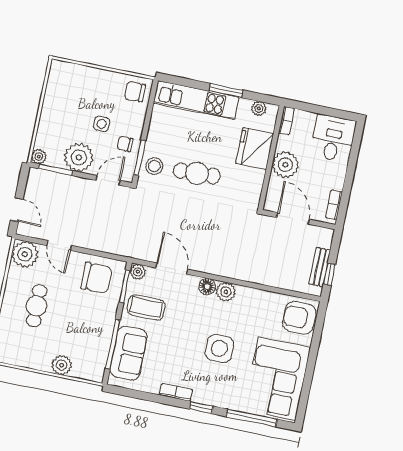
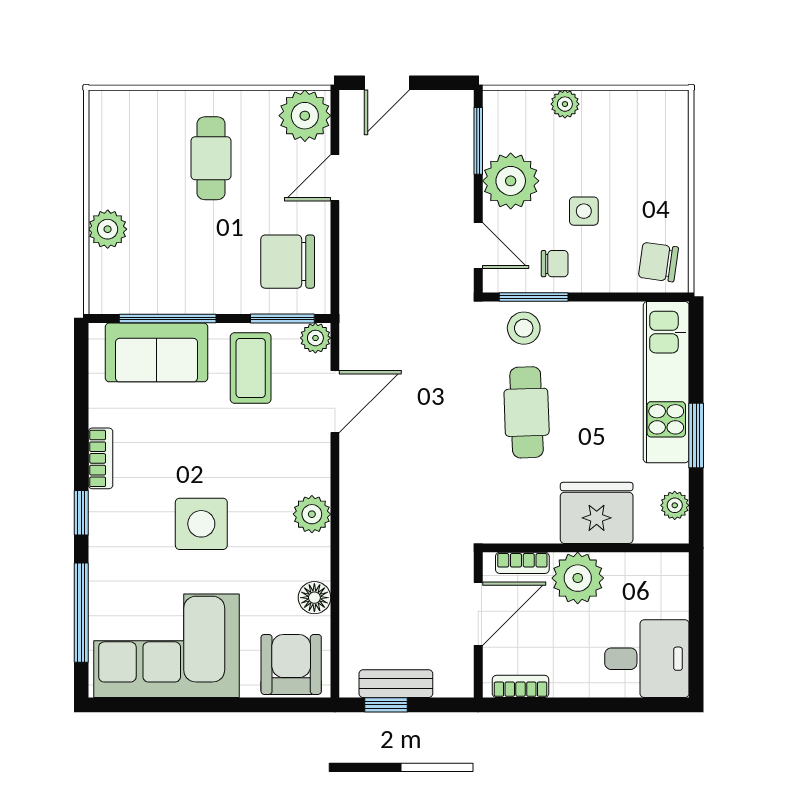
chair: (135, 92) -> (658, 262), turned -82
bookcase: (287, 121) -> (522, 563), moved
chair: (125, 144) -> (555, 264), turned 90
plant: (39, 157) -> (565, 104), moved
chair: (96, 278) -> (288, 262), turned 90
floor lamp: (207, 287) -> (314, 598), moved
cafe table: (37, 306) -> (211, 158), turned 90

